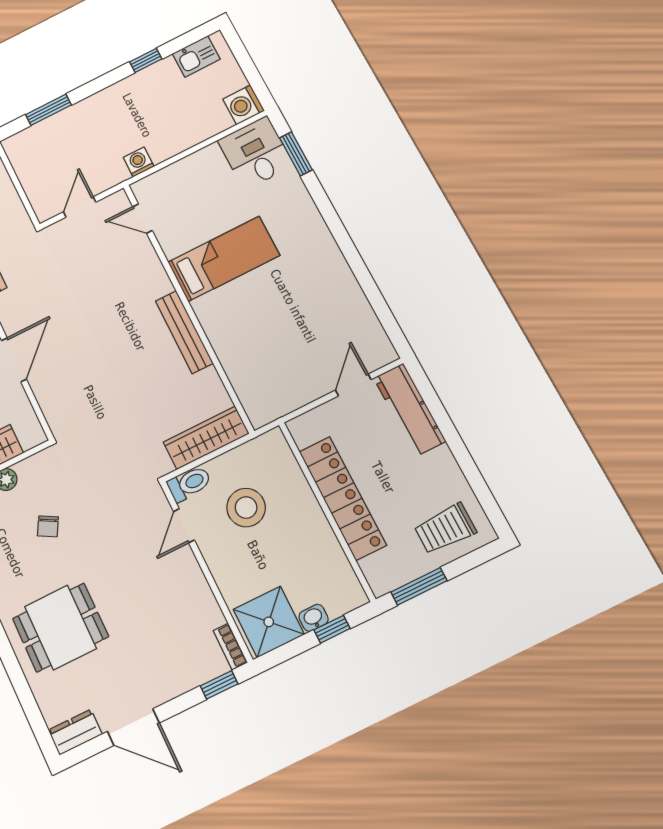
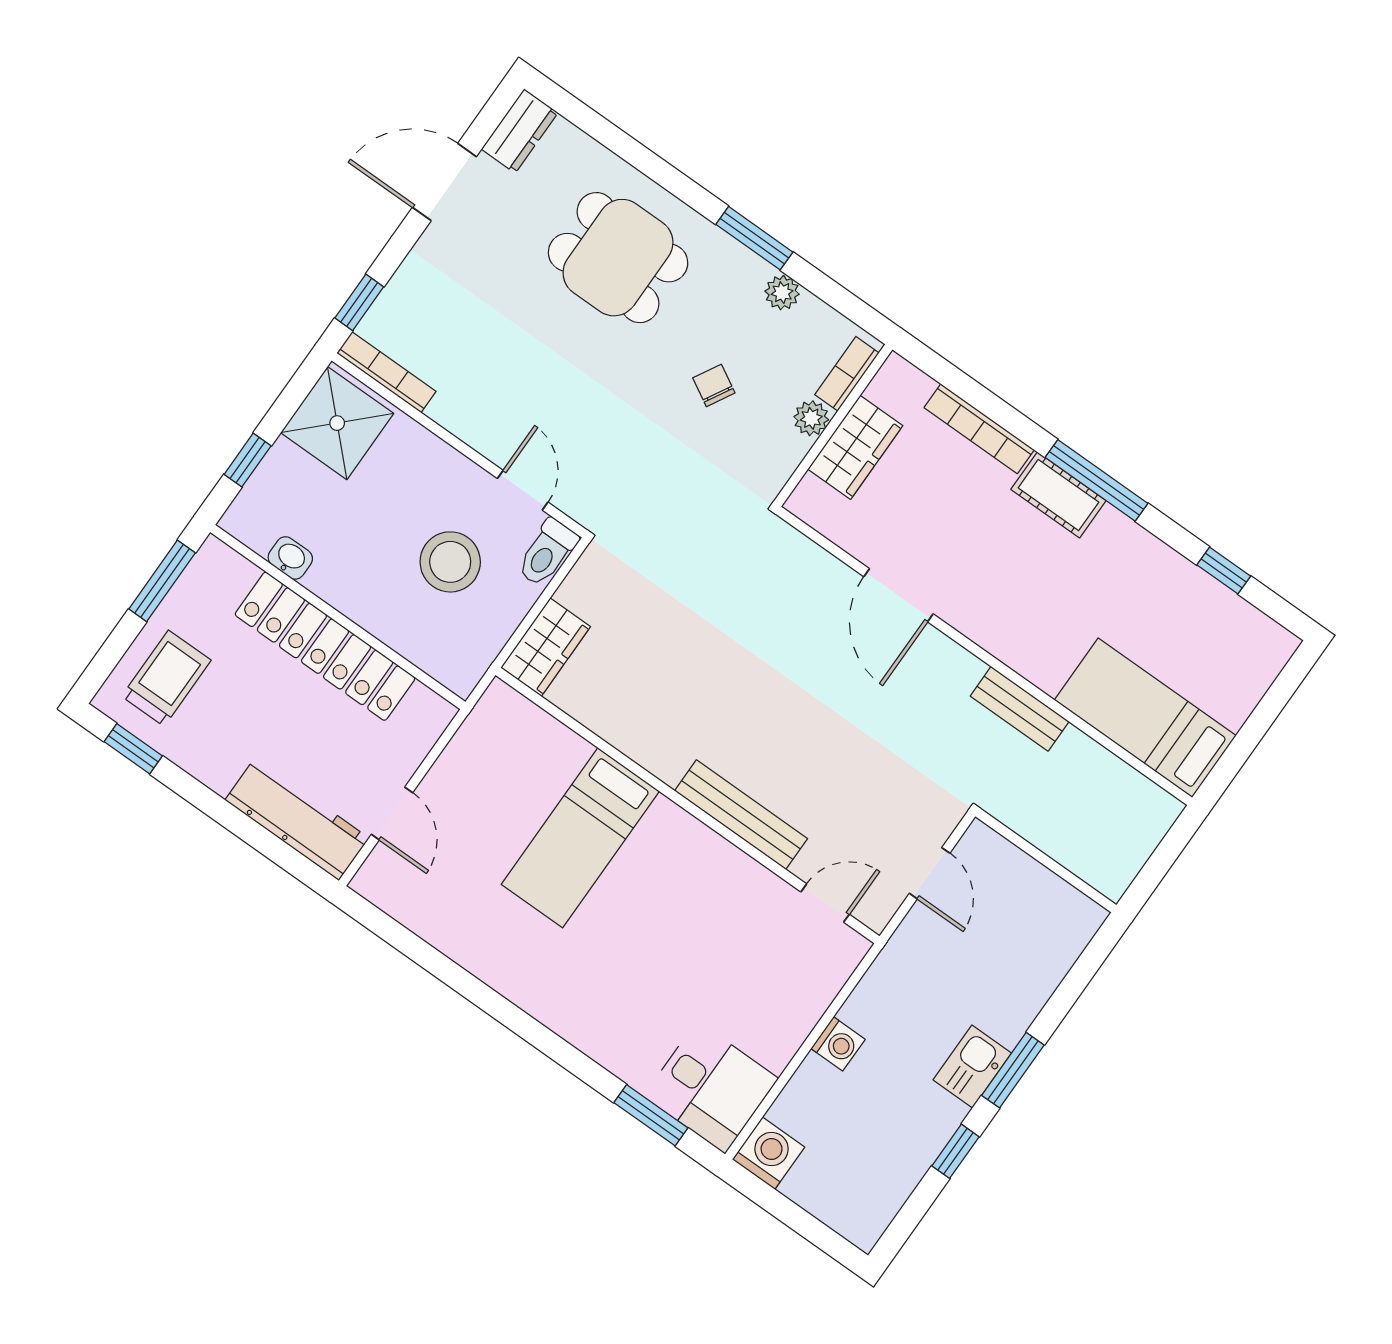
kitchen sink: (196, 56) -> (972, 1066), moved
window: (48, 110) -> (1013, 1070), moved
washing machine: (139, 162) -> (838, 1044), moved
bed: (224, 259) -> (580, 838), moved
bench: (184, 332) -> (741, 815), moved
wardrobe: (206, 438) -> (546, 647), width x0.67
window: (486, 498) -> (133, 749), added
washbasin: (314, 618) -> (290, 558), moved, turned -90
dining table: (60, 627) -> (618, 258), turned 90
bookcase: (230, 647) -> (386, 372), width x1.56

